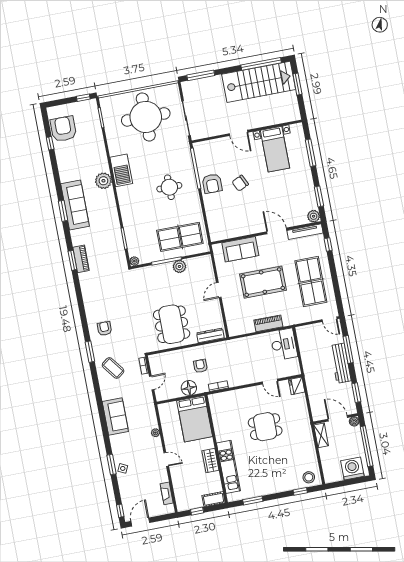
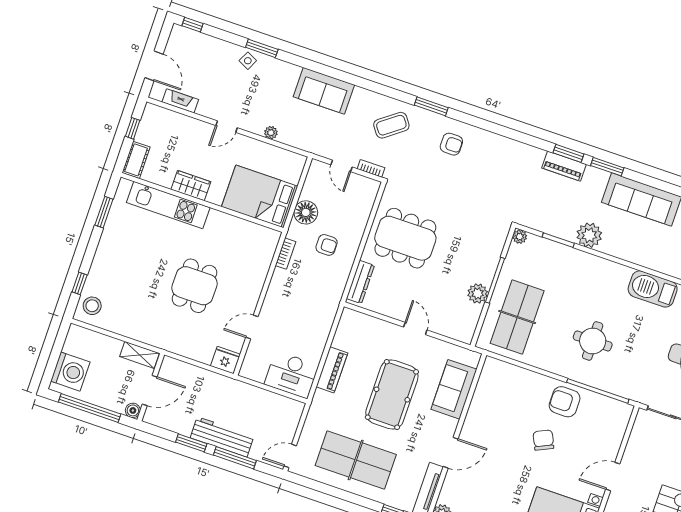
plant: (103, 181) -> (589, 235), moved
window: (63, 211) -> (607, 167), moved
window: (356, 393) -> (191, 443), moved
door: (140, 522) -> (154, 66), moved

